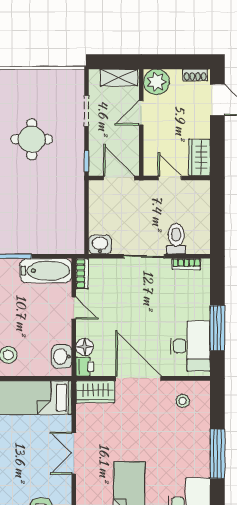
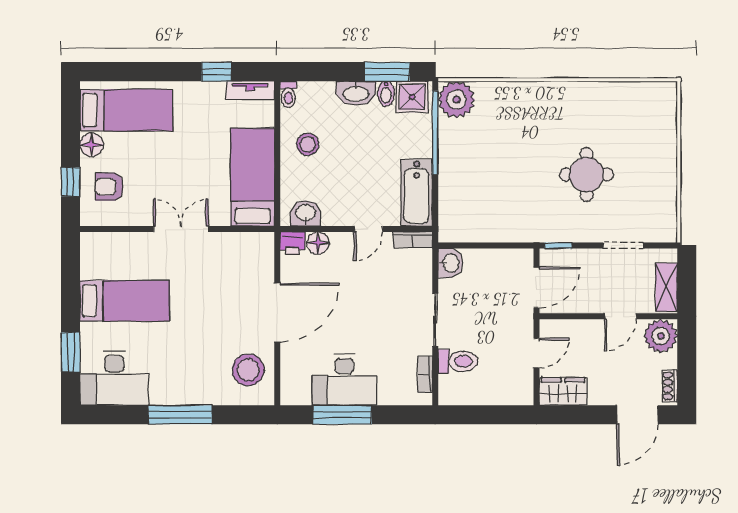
door: (141, 113) -> (621, 316), swing flipped
desk: (190, 346) -> (344, 380), moved
wardrobe: (95, 392) -> (260, 257), removed
stool: (183, 401) -> (248, 370), width x1.89, depth x1.89

